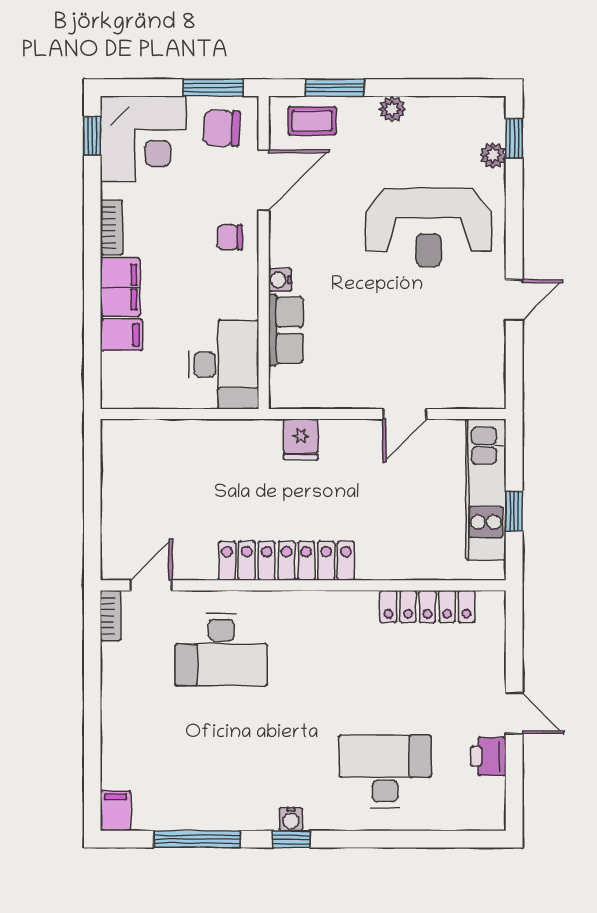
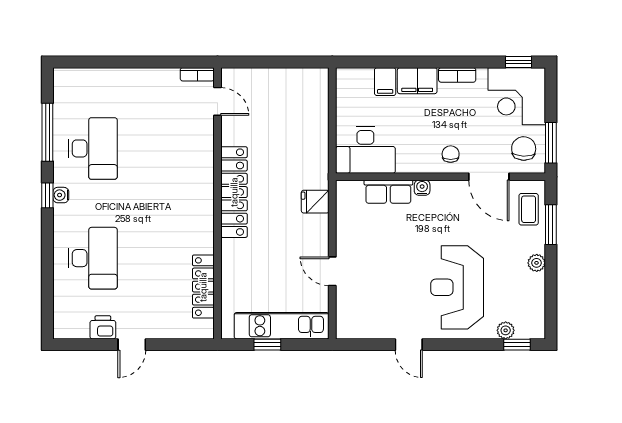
desk: (221, 650) -> (93, 148), moved, turned 180
filing cabinet: (116, 811) -> (66, 78), removed

